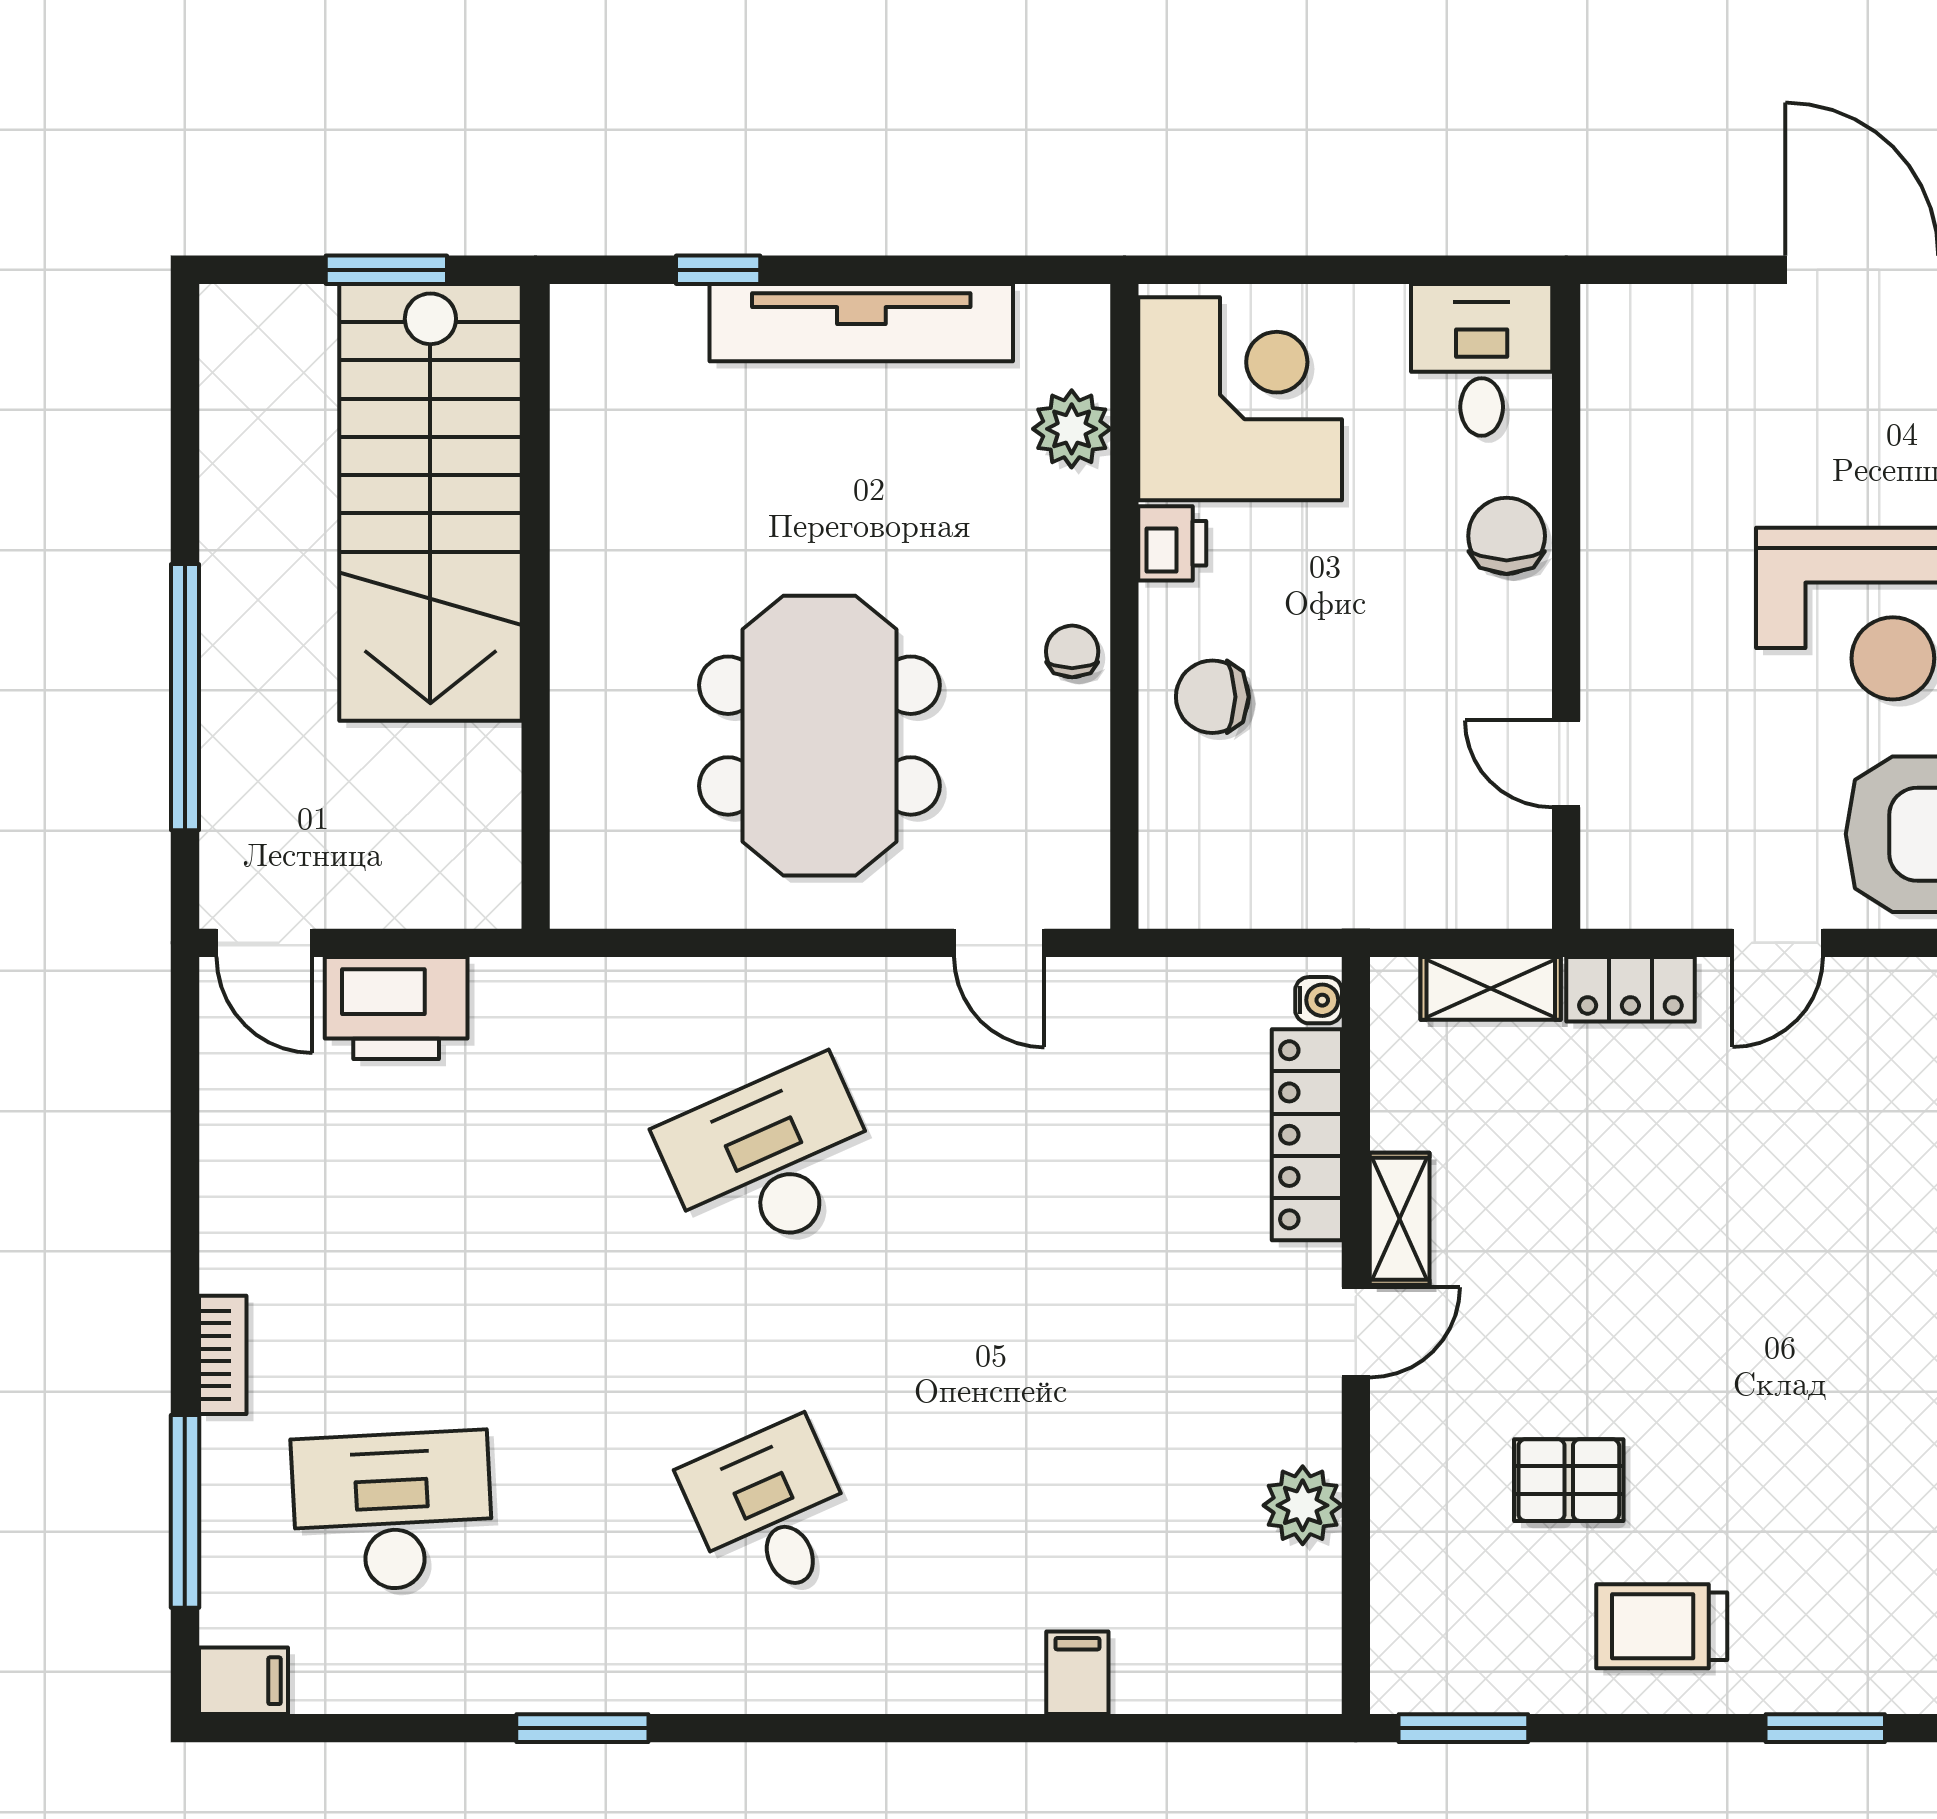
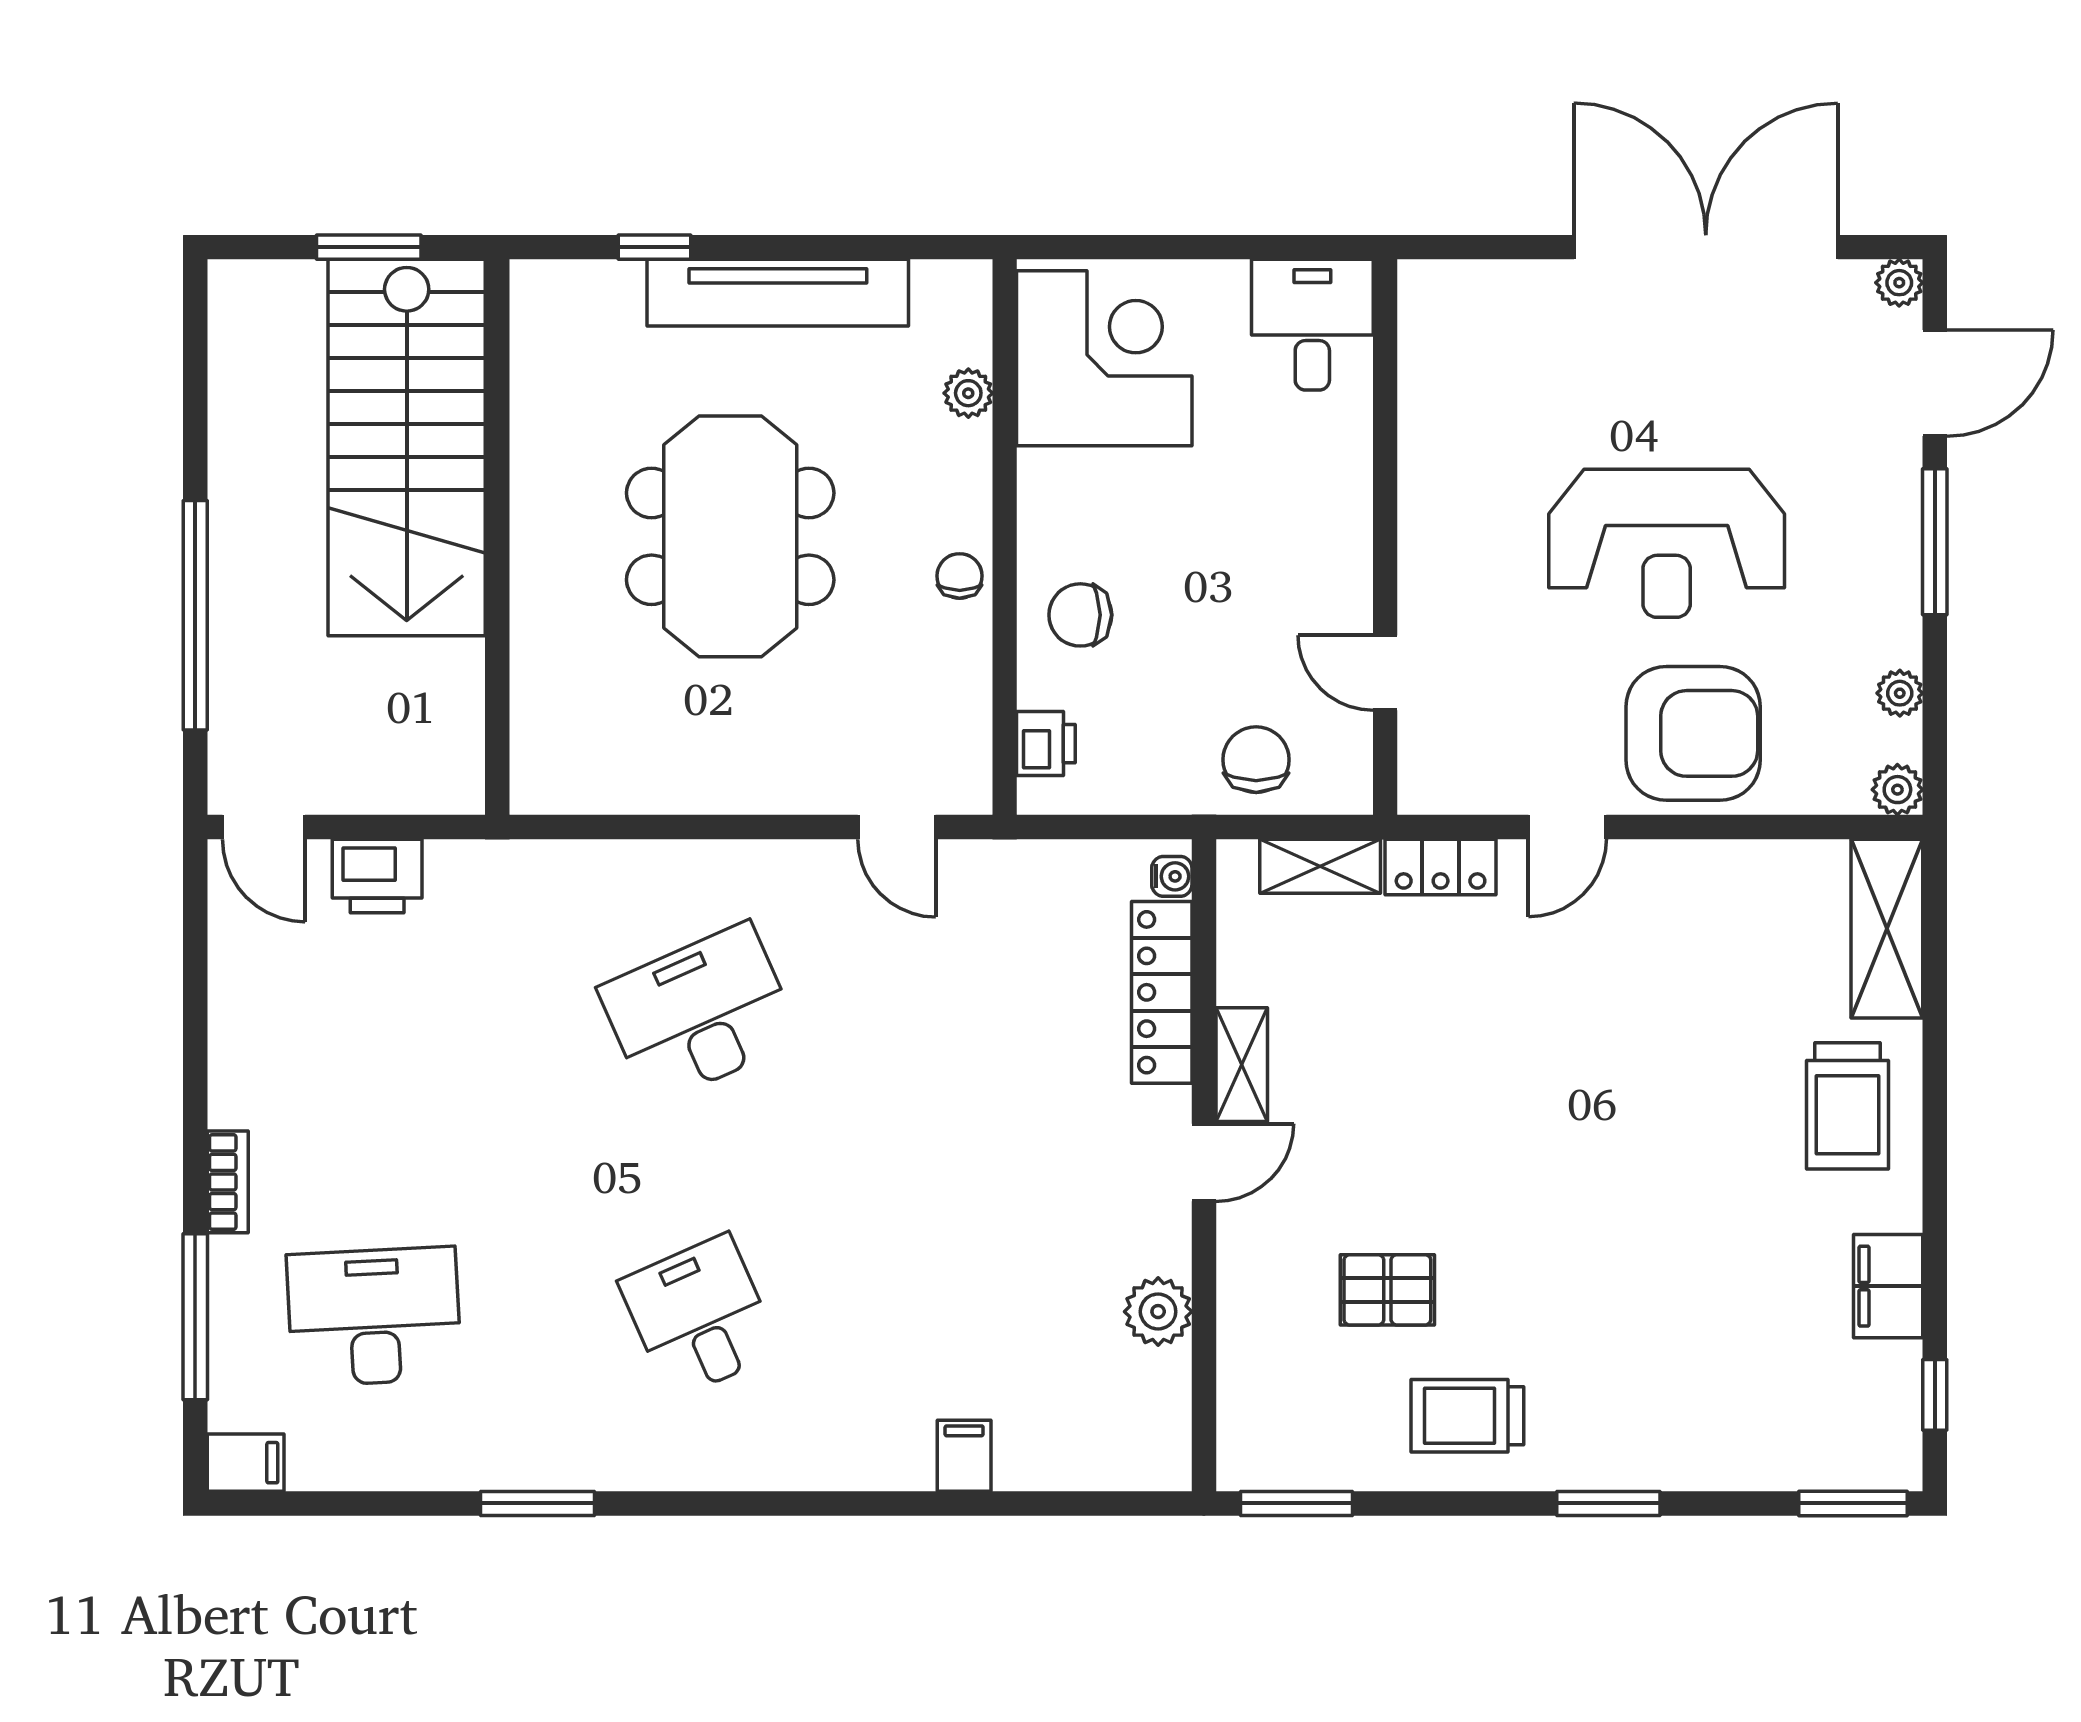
plant: (1072, 429) -> (968, 393), width x0.73, depth x0.73
chair: (1507, 536) -> (1256, 760), moved
printer: (1172, 543) -> (1046, 744), moved
meeting table: (819, 736) -> (730, 536), moved
printer: (396, 1008) -> (377, 876), width x0.73, depth x0.84

